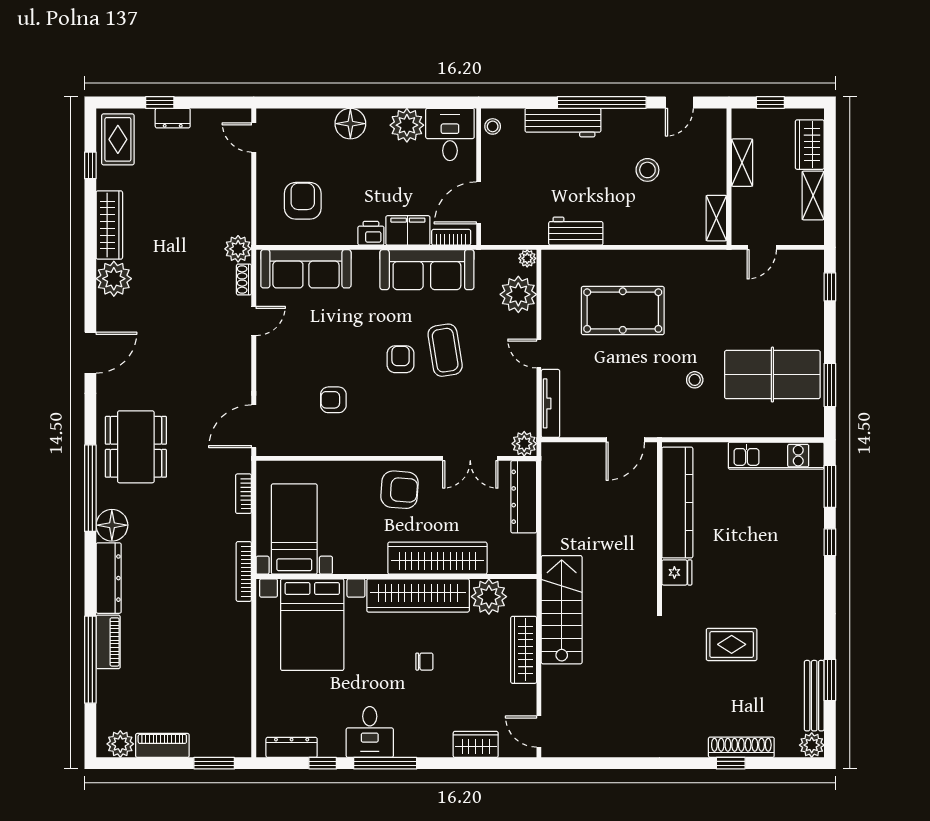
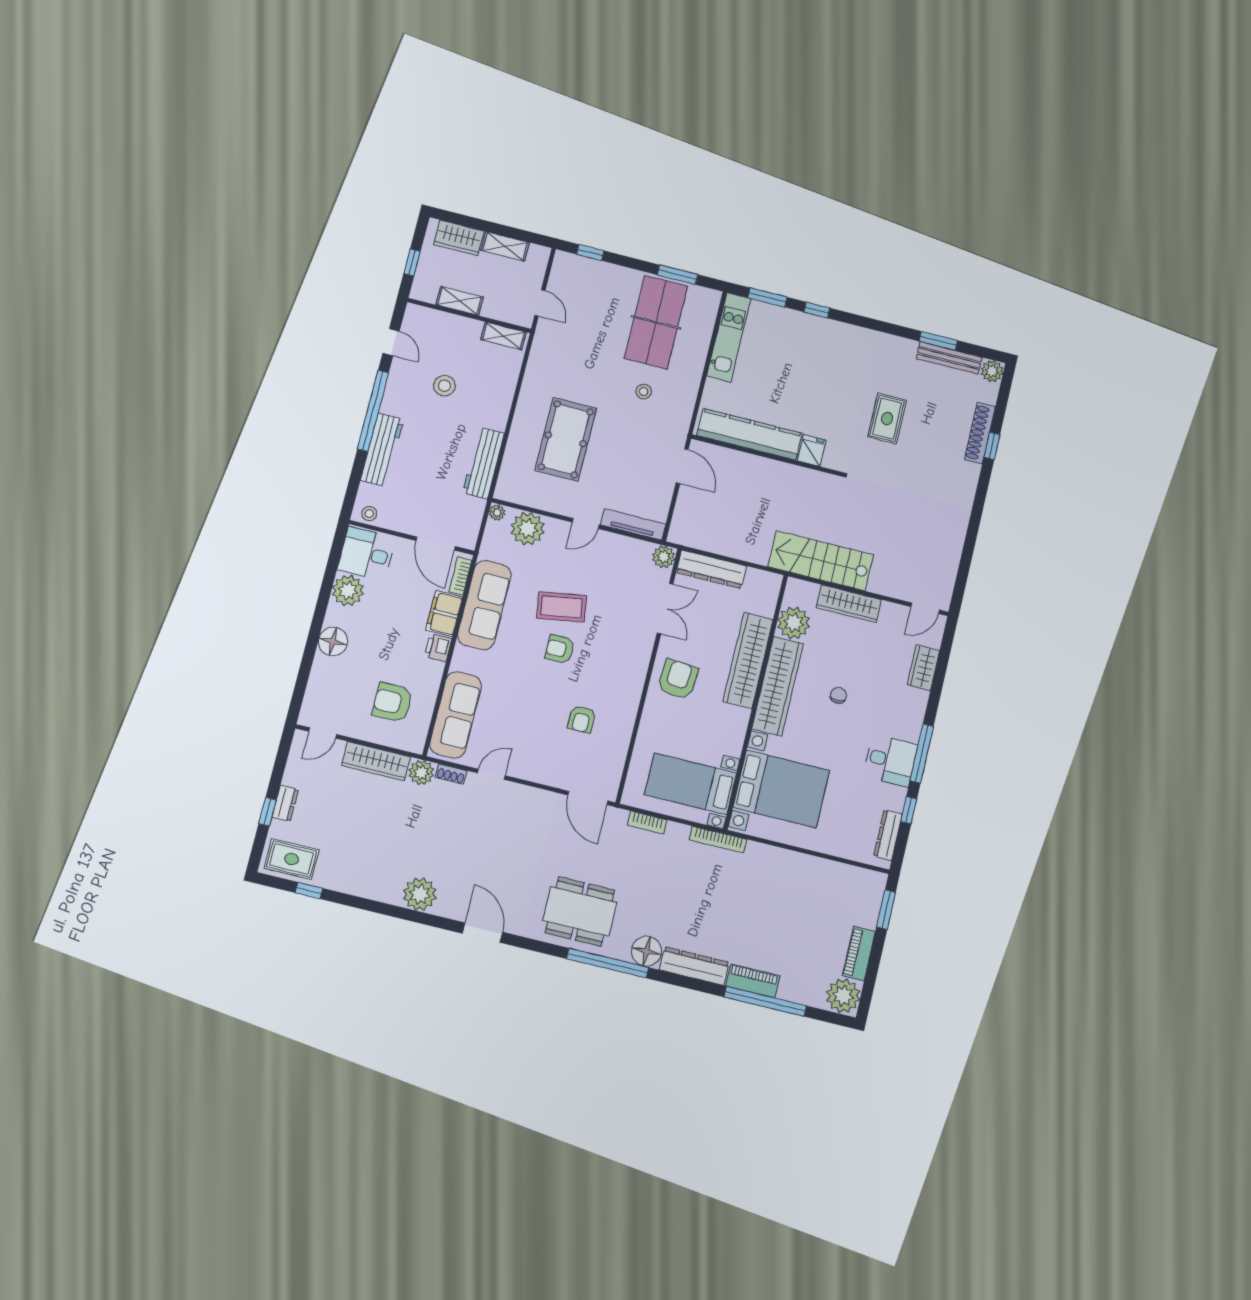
wardrobe: (109, 225) -> (376, 761), moved, turned 180
workbench: (576, 231) -> (483, 463), width x1.38
door: (254, 321) -> (491, 774), hinge flipped
plant: (120, 744) -> (843, 996), width x1.36, depth x1.36

